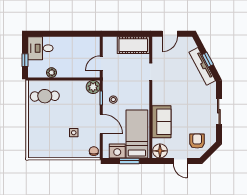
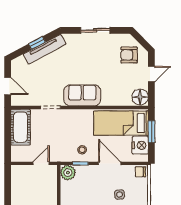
door: (101, 63) -> (41, 163), swing flipped
sofa: (161, 122) -> (82, 95), moved
door: (101, 124) -> (110, 163), hinge flipped

